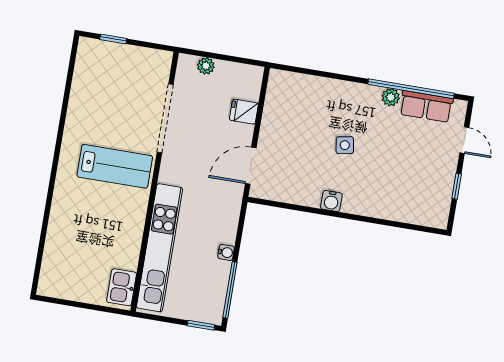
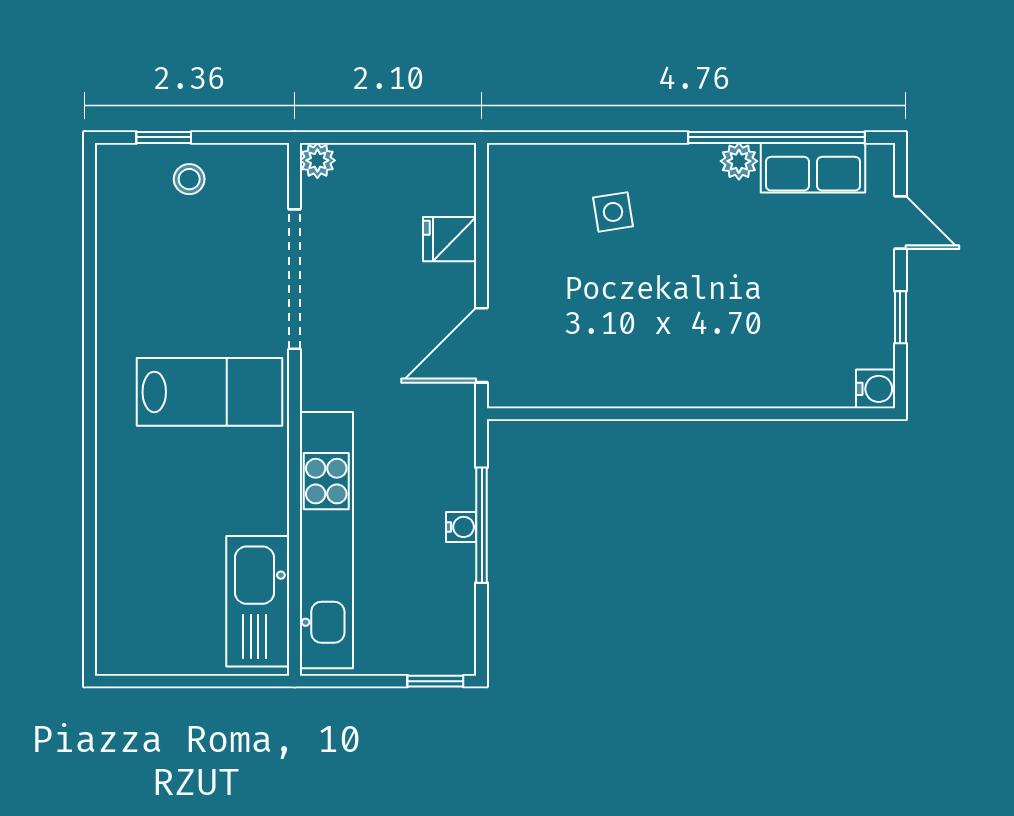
stool: (122, 61) -> (189, 179), added
plant: (206, 66) -> (317, 160), moved
side table: (345, 145) -> (613, 212), moved
water cooler: (331, 201) -> (876, 389), moved, turned -90
kitchen sink: (122, 287) -> (258, 601), width x1.88, depth x1.24
window: (230, 290) -> (482, 525), moved

